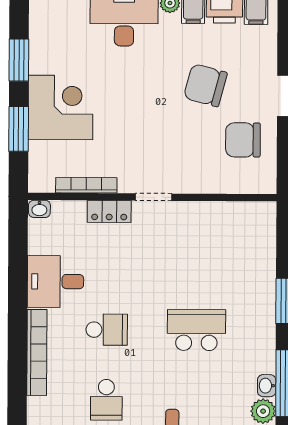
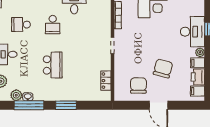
locker: (109, 211) -> (106, 81), moved

